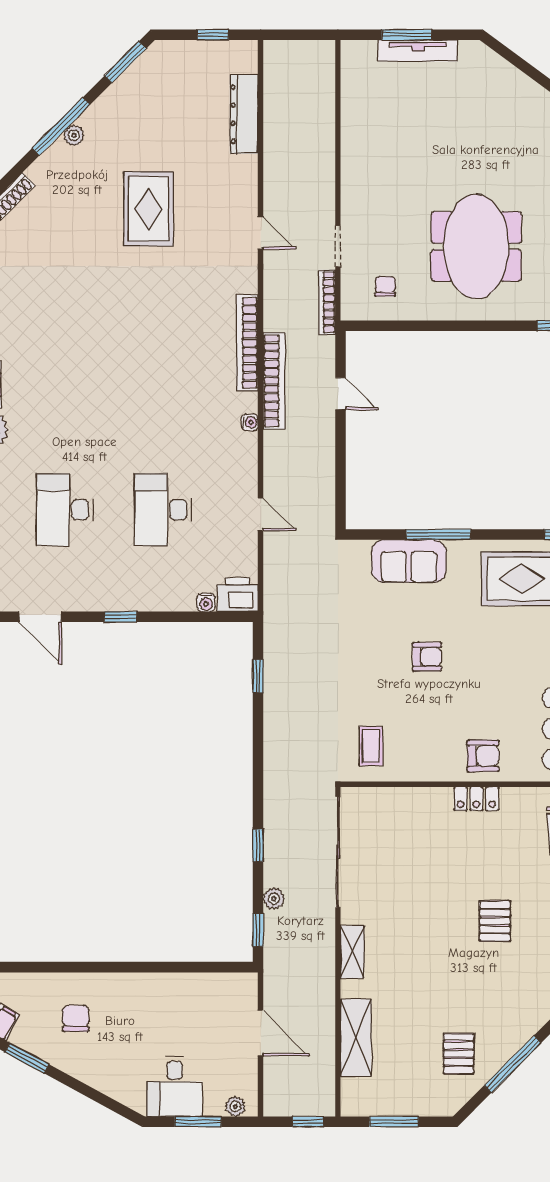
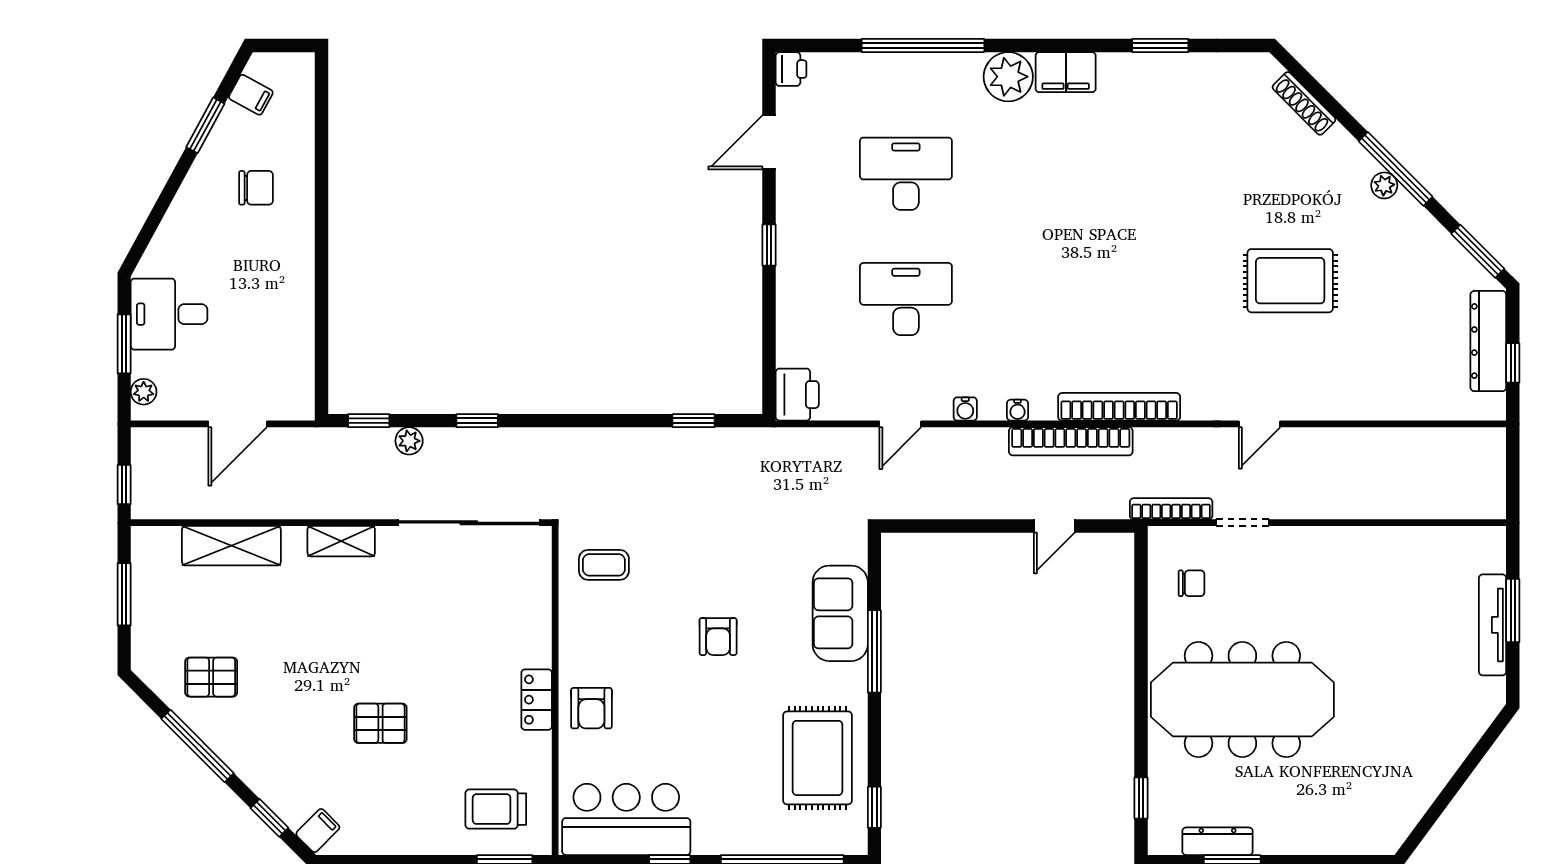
dresser: (244, 114) -> (1488, 341), moved, turned -90
meeting table: (476, 246) -> (1242, 700), width x1.36
water cooler: (206, 603) -> (965, 409), moved, turned -90

